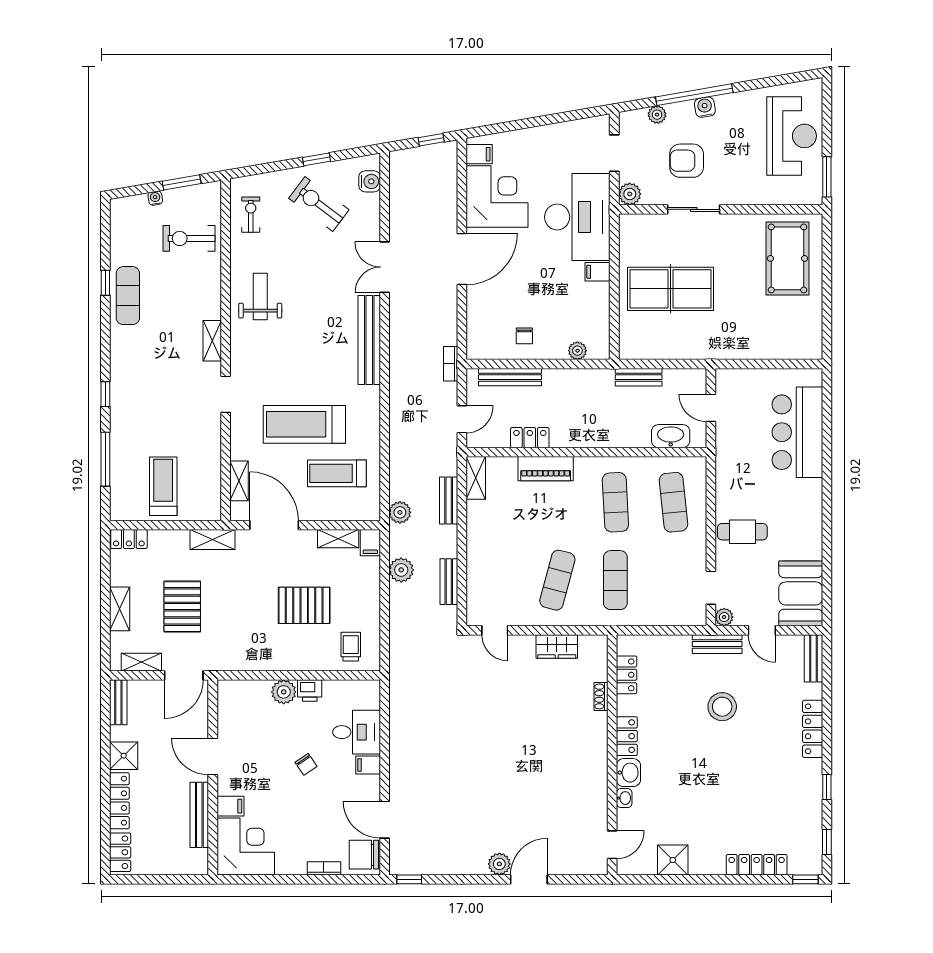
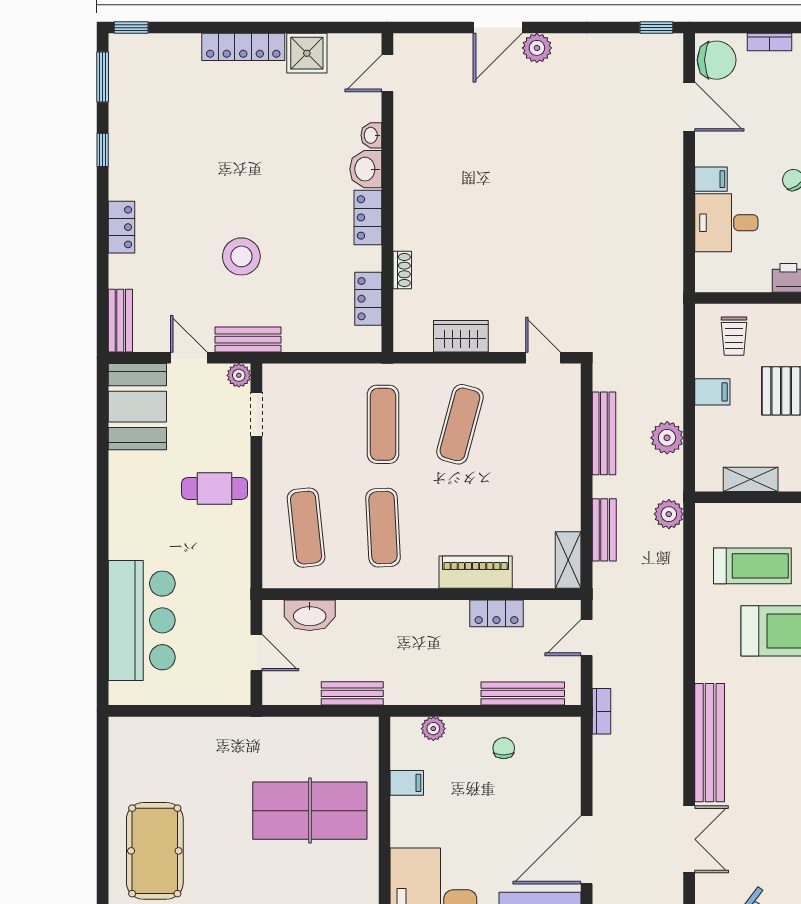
filing cabinet: (597, 272) -> (407, 783), moved
filing cabinet: (370, 543) -> (712, 392), moved, turned 90
bench: (449, 582) -> (604, 433), width x1.36
locker: (813, 729) -> (121, 227), width x0.66
window: (827, 842) -> (103, 77), width x1.50
locker: (757, 865) -> (243, 47), moved

